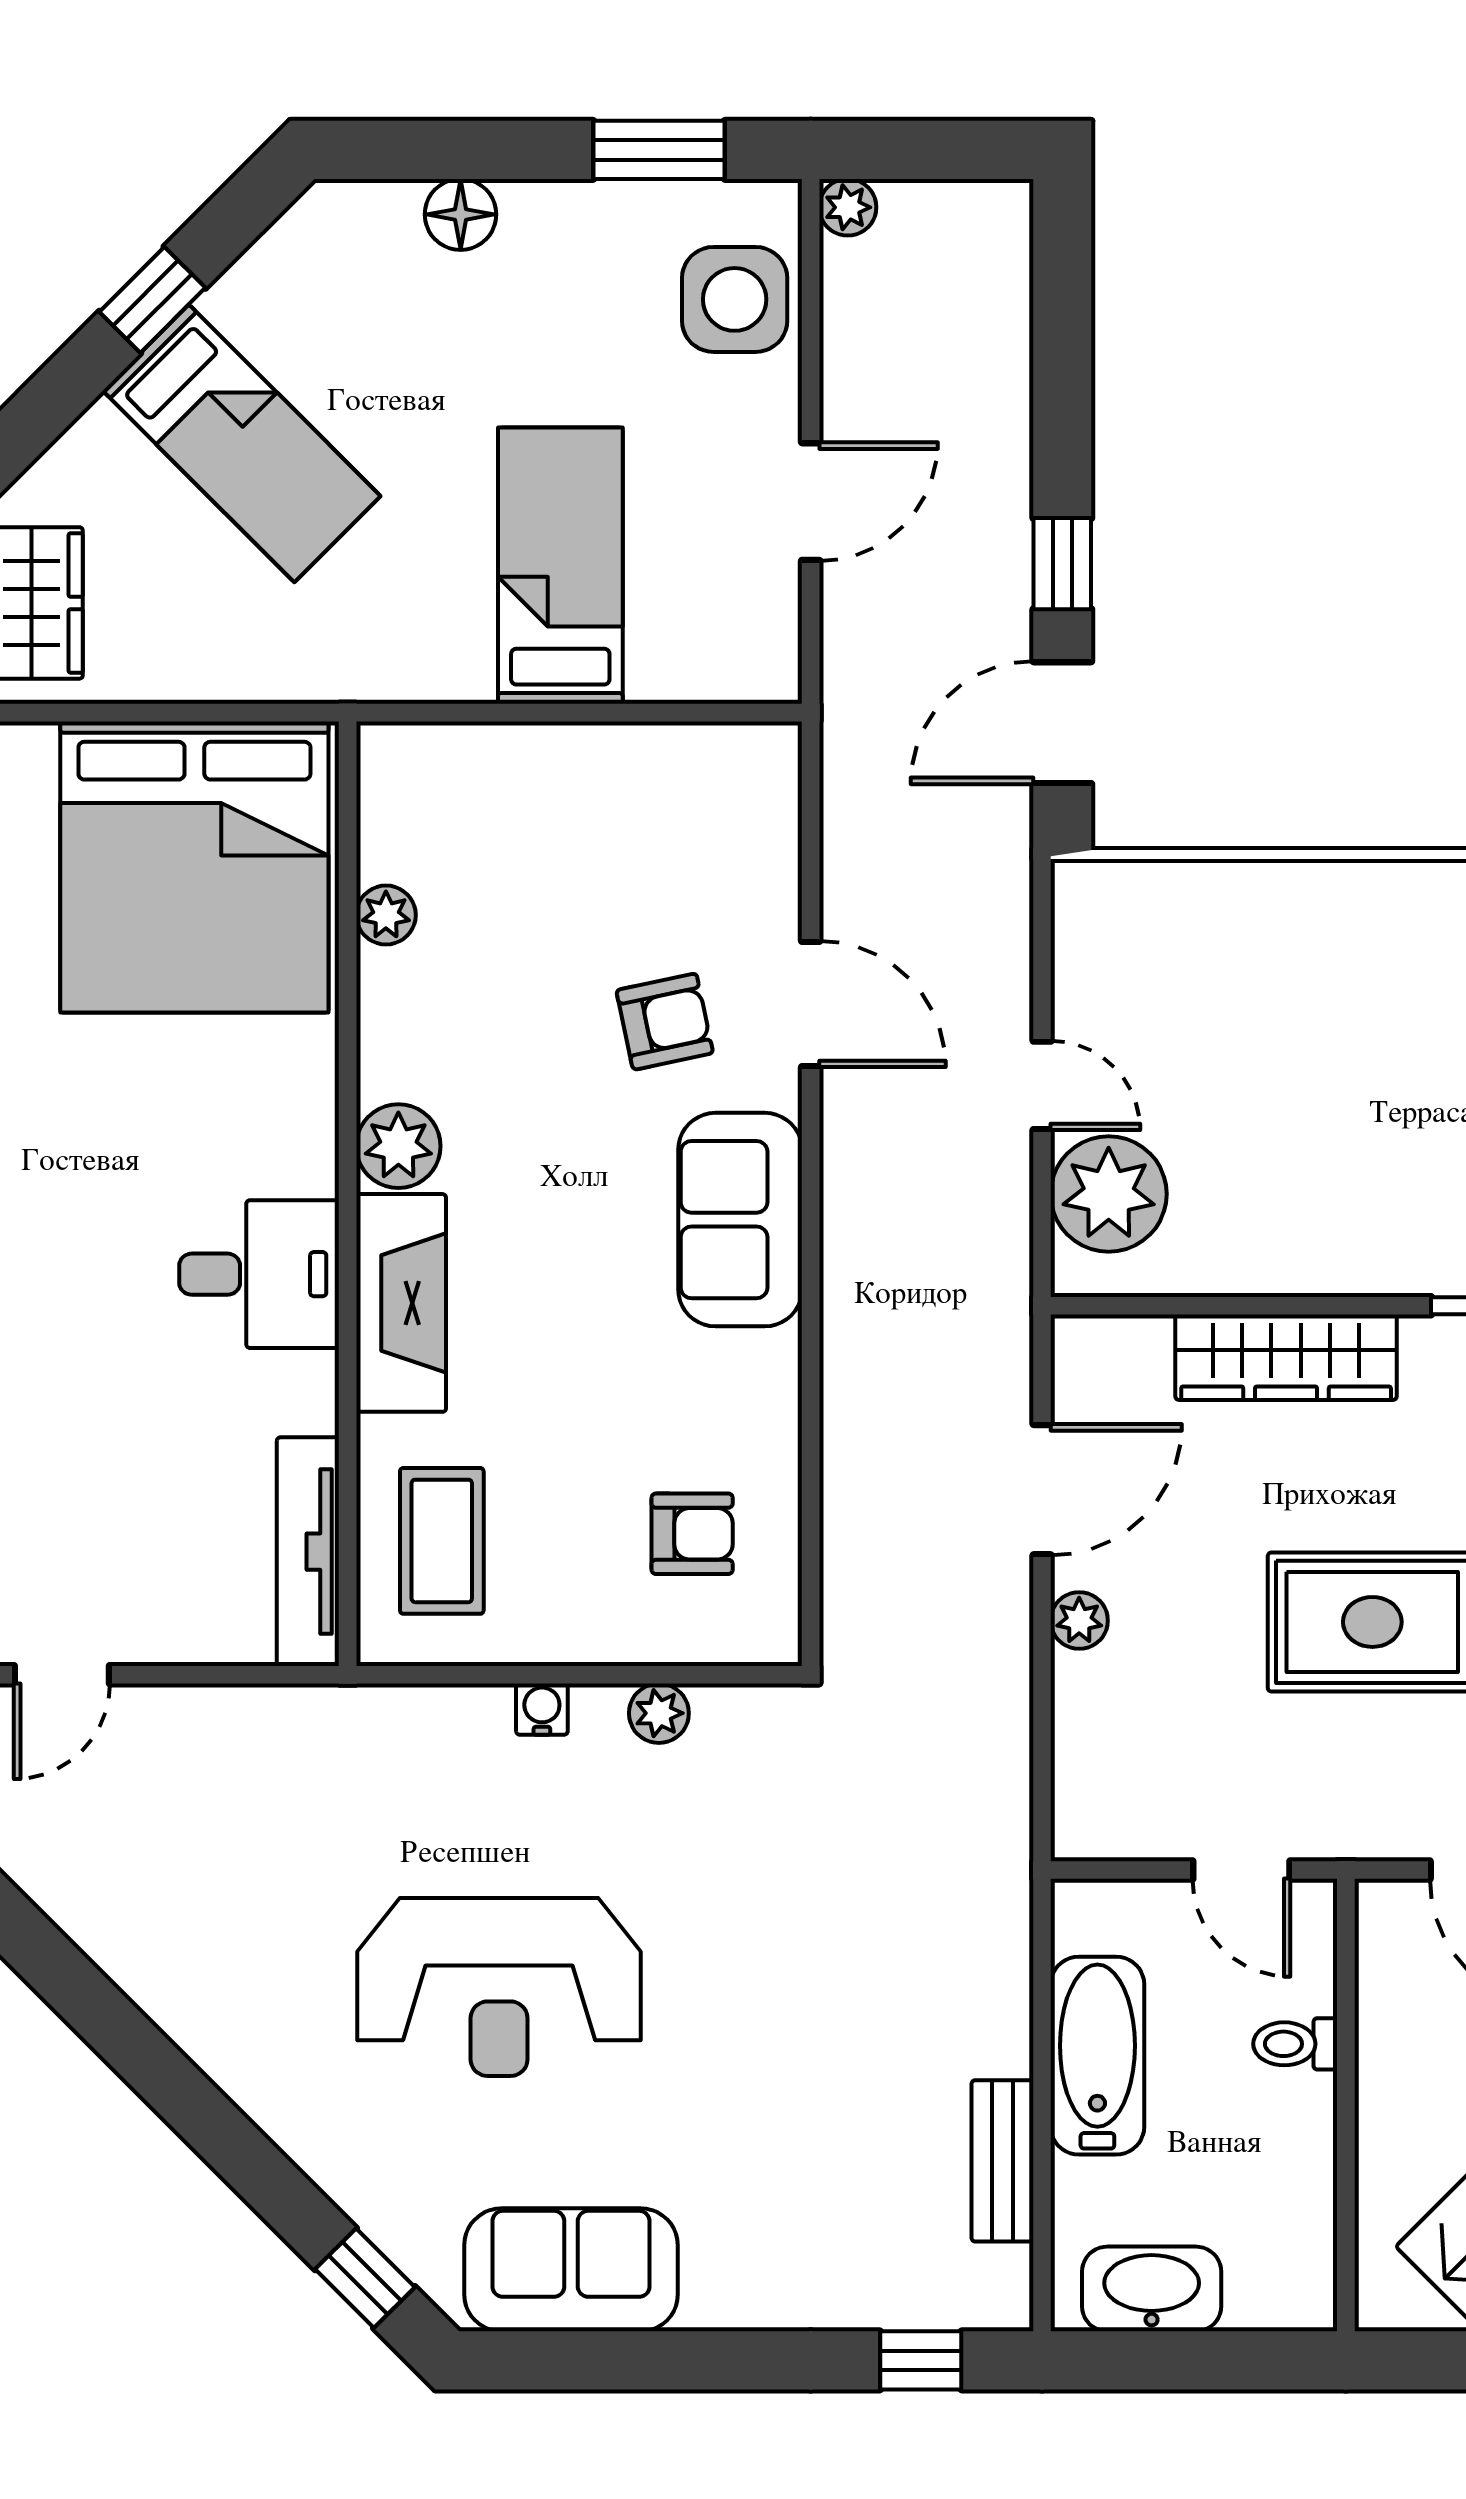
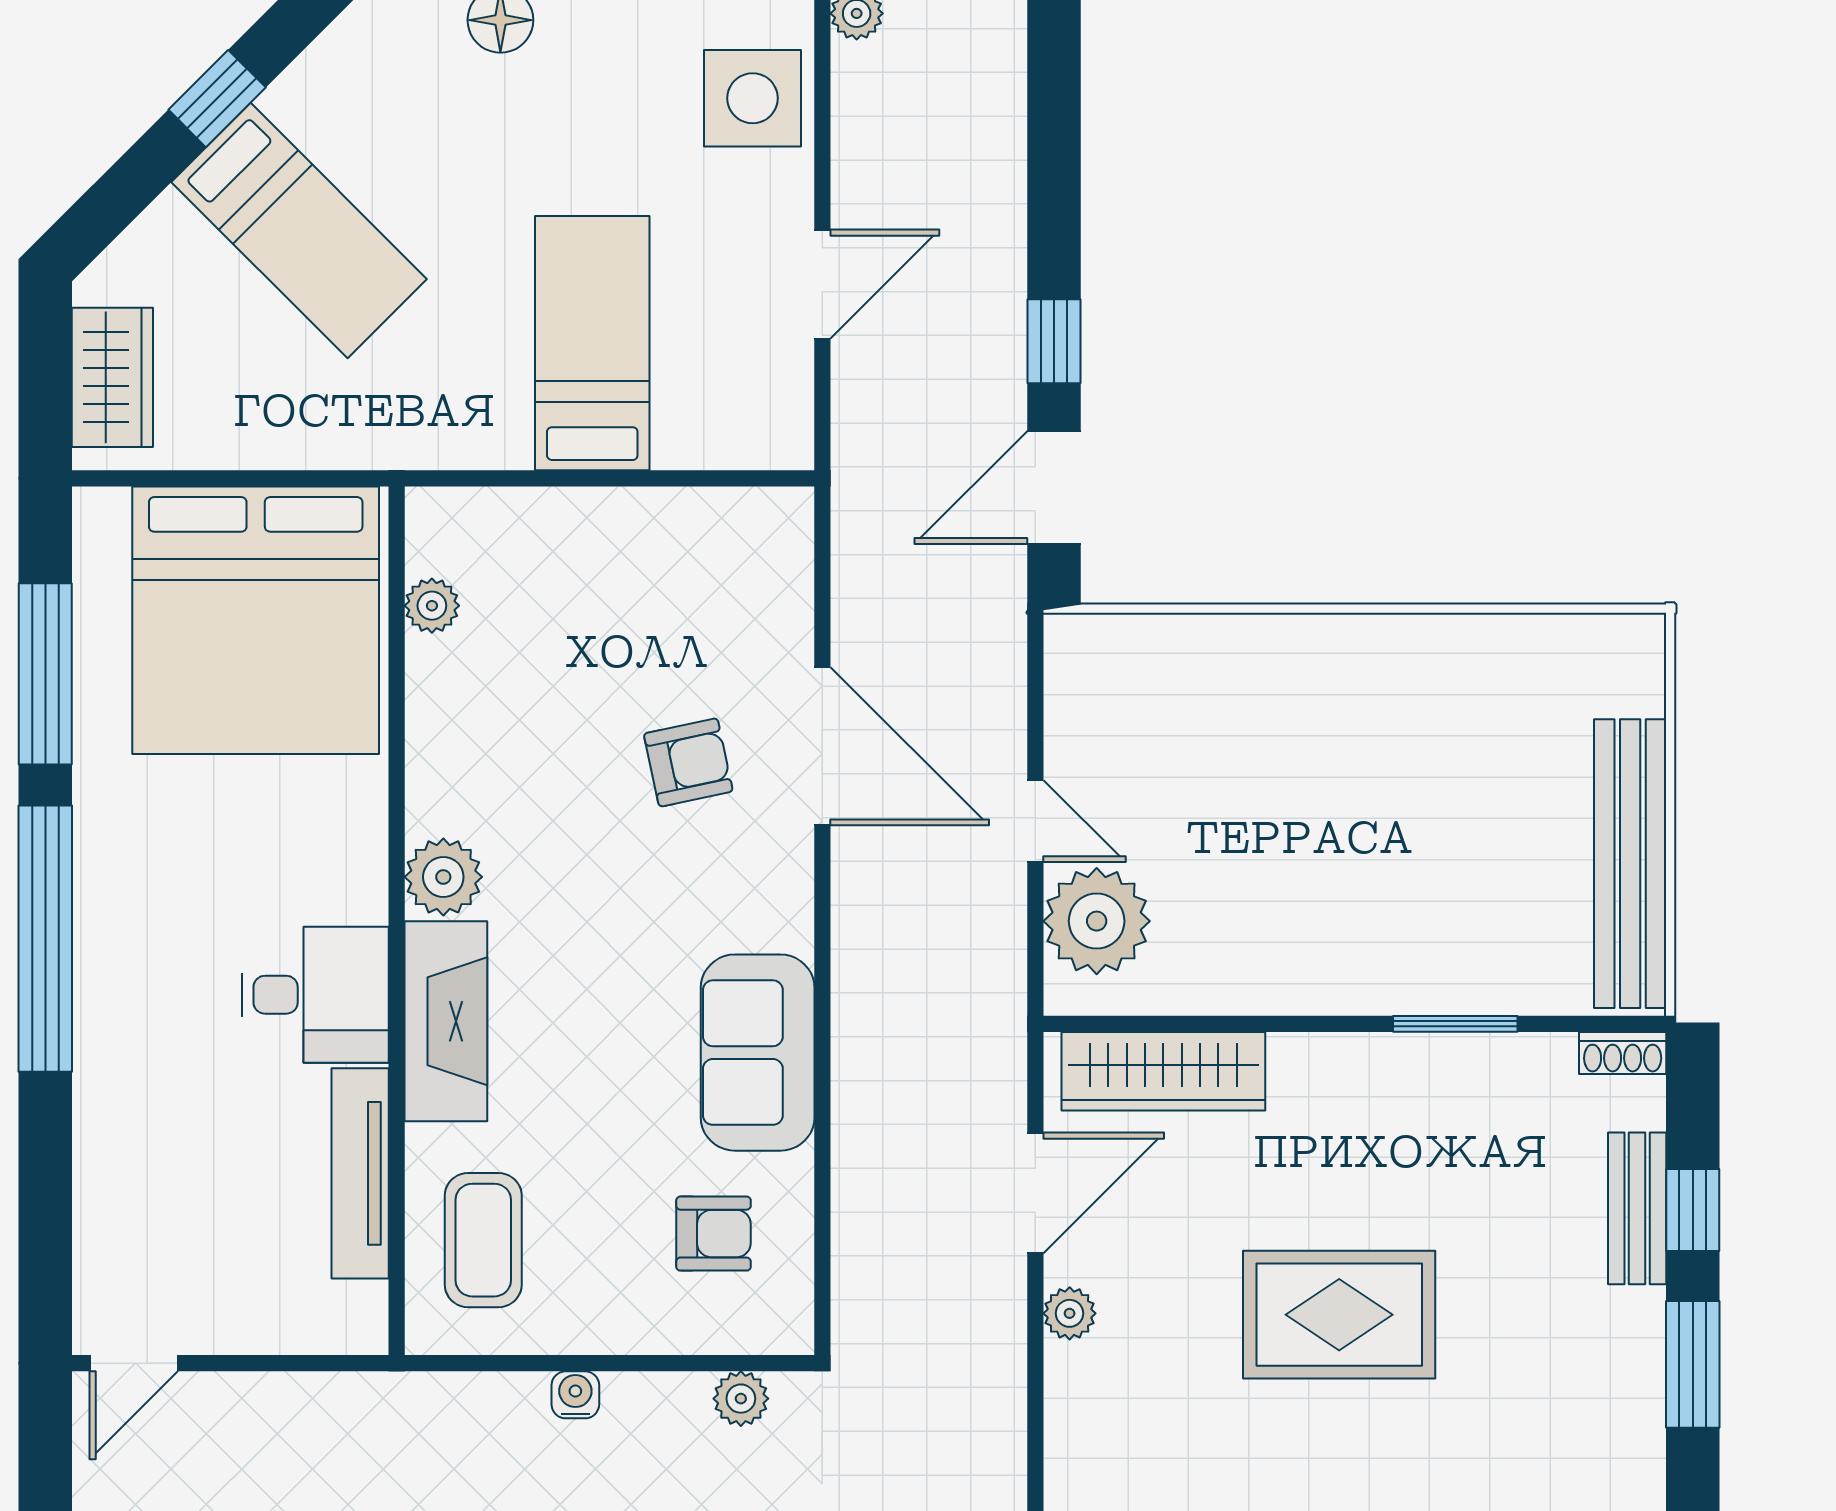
plant: (386, 915) -> (432, 606), moved
door: (811, 1004) -> (822, 746), width x1.36
sofa: (740, 1220) -> (758, 1053), moved
wardrobe: (1286, 1357) -> (1163, 1071), moved
tv unit: (308, 1552) -> (360, 1173), moved
plant: (659, 1713) -> (741, 1399), moved

